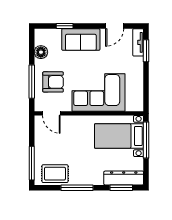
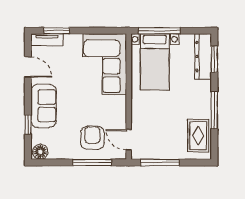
floor lamp: (41, 52) -> (40, 152), moved
corner sofa: (99, 92) -> (105, 64), moved
door: (51, 113) -> (129, 140), swing flipped
window: (32, 163) -> (160, 162), moved

